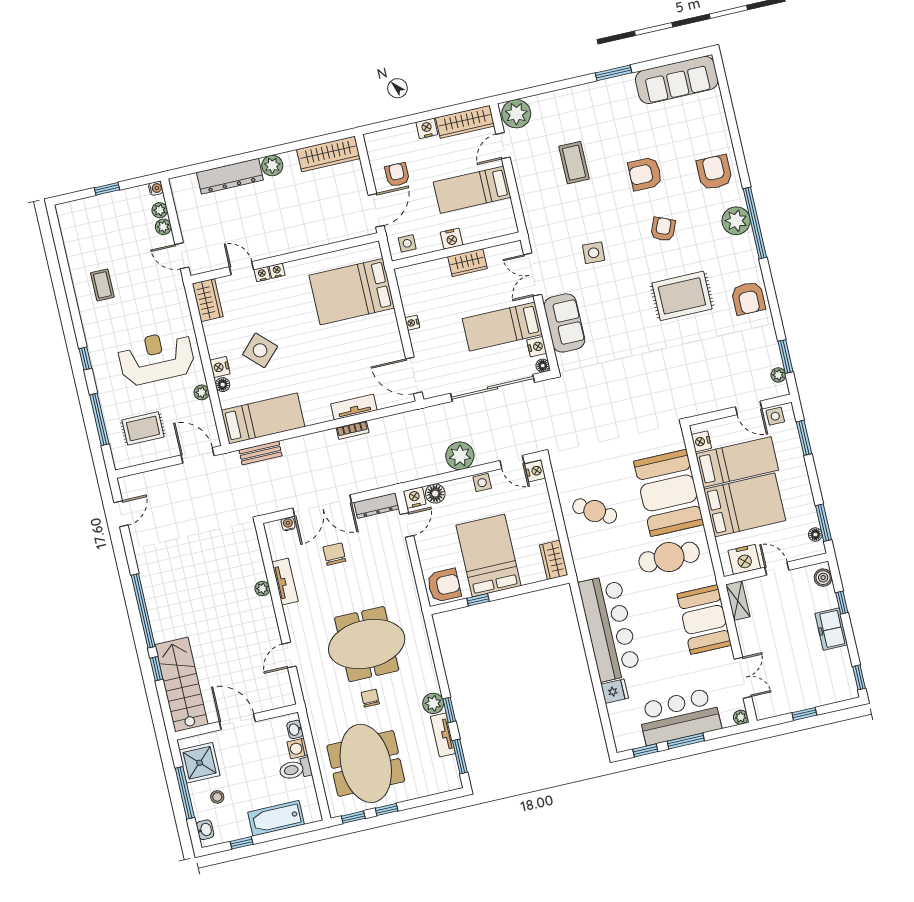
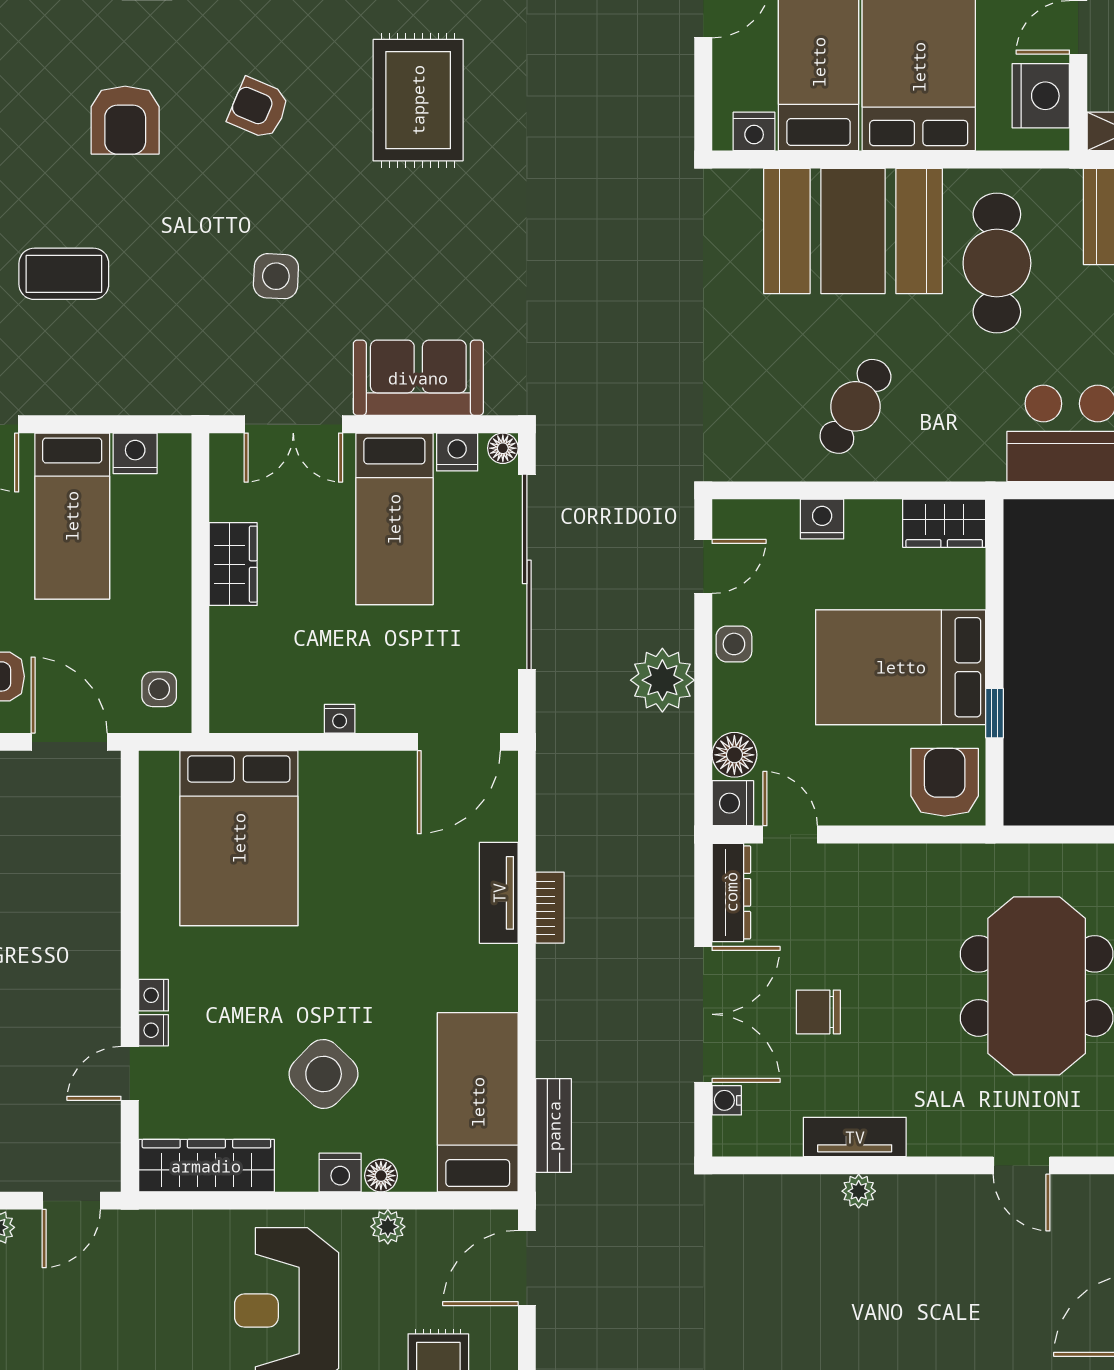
nightstand: (451, 239) -> (135, 453), moved, turned -90
wardrobe: (208, 300) -> (206, 1166), width x1.50
nightstand: (535, 471) -> (822, 519), moved

